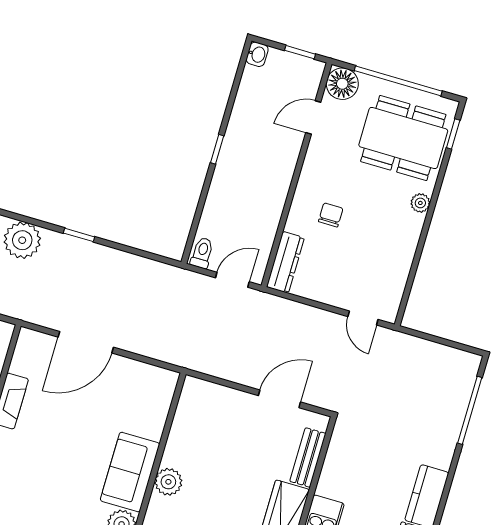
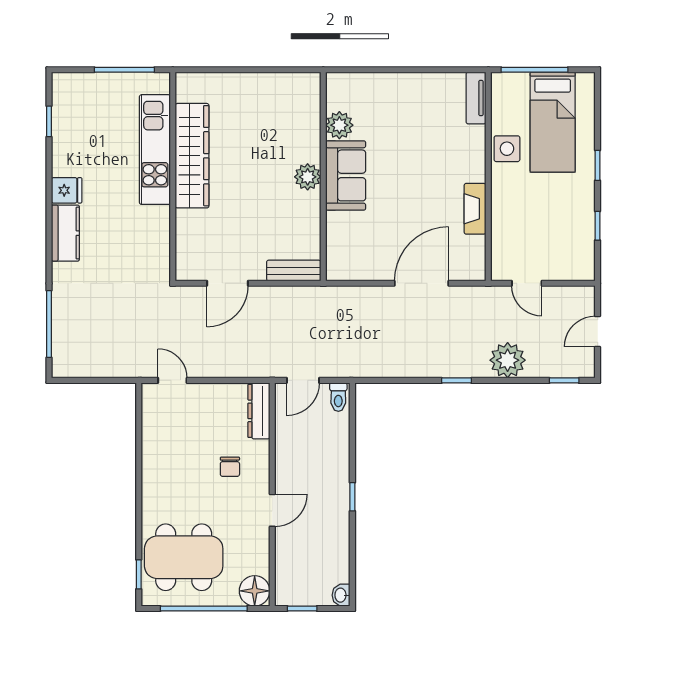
door: (313, 117) -> (272, 510), moved
plant: (420, 203) -> (150, 502), removed
bench: (308, 457) -> (294, 271), moved, turned 90

